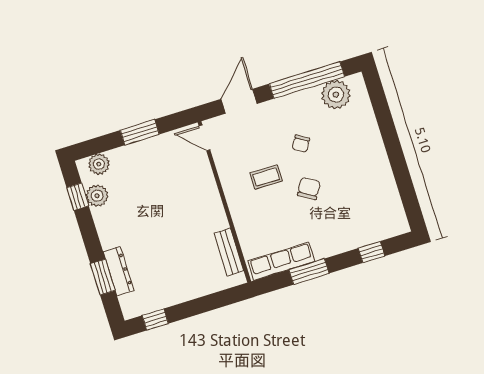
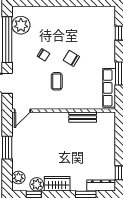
wardrobe: (108, 227) -> (57, 184), added
bench: (229, 252) -> (83, 117), moved
dresser: (119, 271) -> (101, 186), moved

